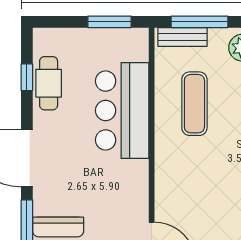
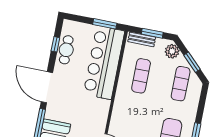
window: (200, 22) -> (152, 33), width x0.69
bar counter: (122, 111) -> (104, 63), width x1.36

